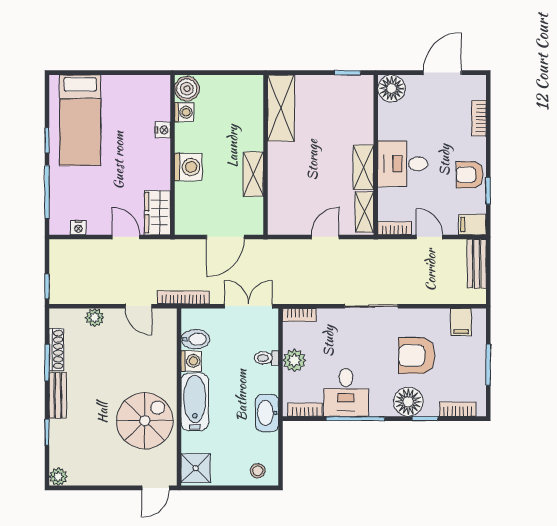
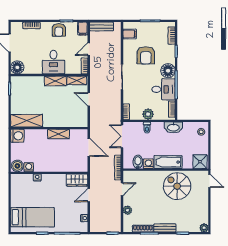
washing machine: (188, 167) -> (17, 136), moved, turned 90
floor lamp: (408, 402) -> (168, 71), moved

